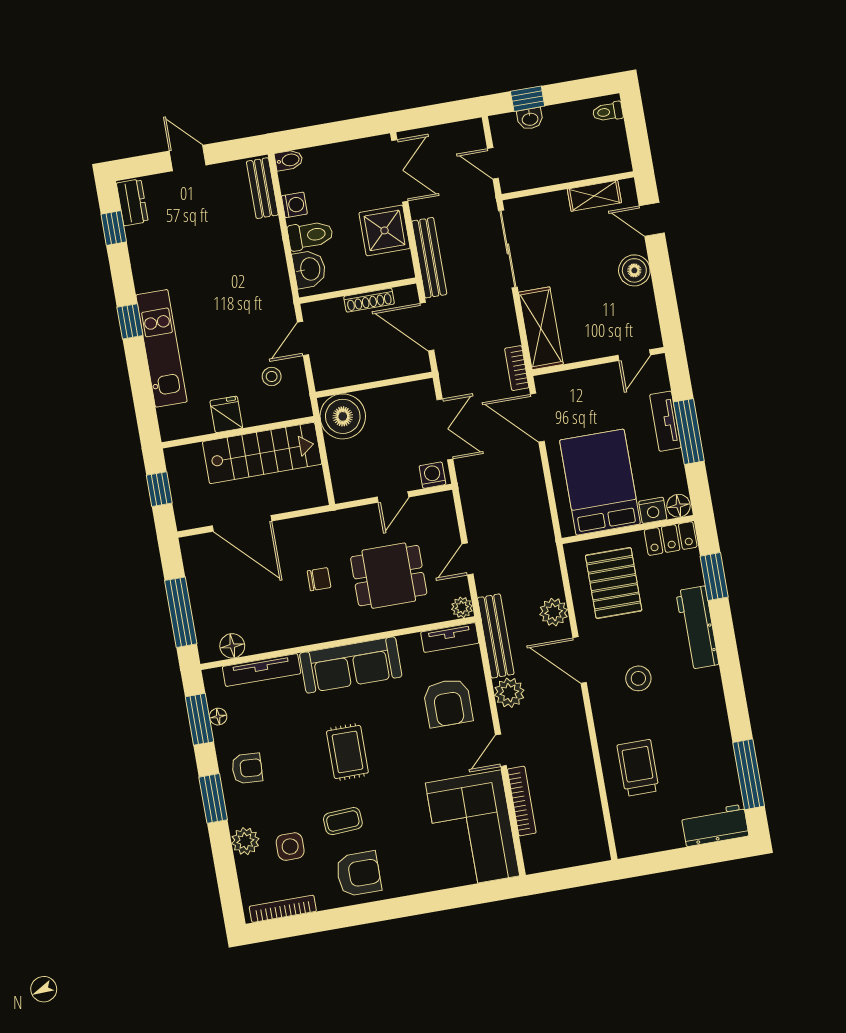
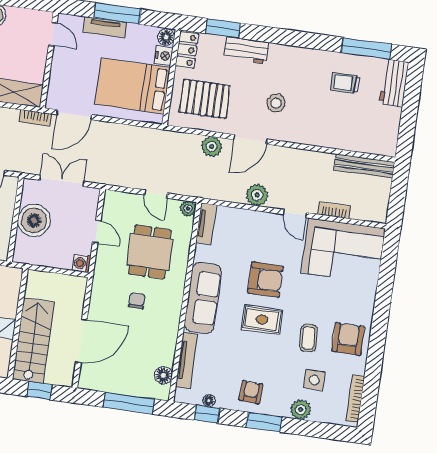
boiler: (343, 416) -> (34, 220), moved
stairs: (262, 453) -> (33, 341), moved
washing machine: (432, 475) -> (81, 263), moved
workbench: (697, 628) -> (246, 50), width x0.73
bench: (496, 636) -> (364, 166), moved
armchair: (448, 703) -> (265, 280), moved
window: (199, 719) -> (207, 414), width x0.67
trolley: (638, 768) -> (345, 83), moved, width x0.73, depth x0.72
bookcase: (522, 801) -> (334, 210), width x0.64

